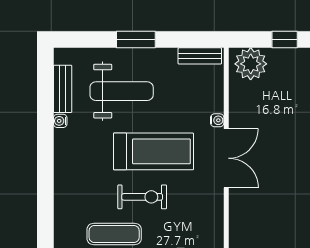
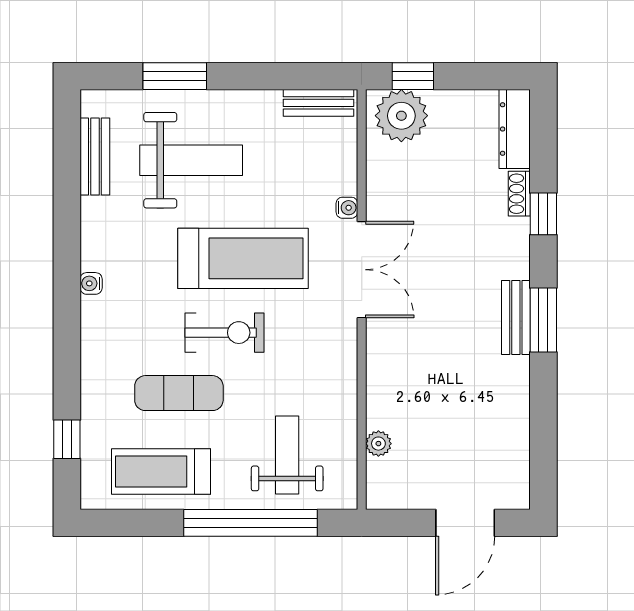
window: (136, 40) -> (175, 76), moved
window: (285, 40) -> (413, 76), moved
water cooler: (60, 121) -> (91, 283), moved

